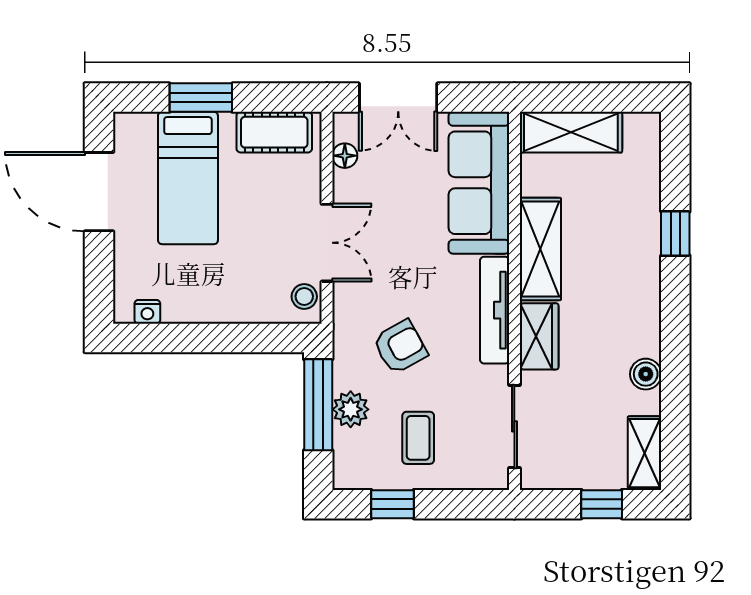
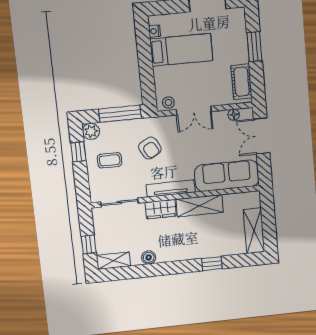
shelving: (571, 132) -> (254, 231), moved
bed: (188, 178) -> (181, 50), moved, turned 180
plant: (351, 409) -> (91, 131), moved

